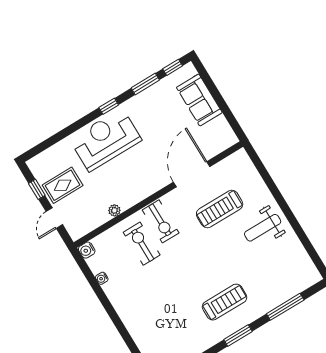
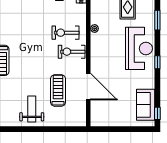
window: (145, 84) -> (157, 20), moved
sofa: (199, 100) -> (146, 105), moved, turned -90
exercise bike: (142, 244) -> (65, 33), turned 180

